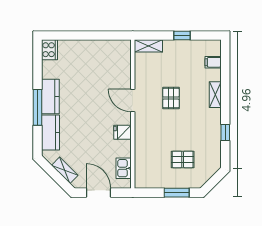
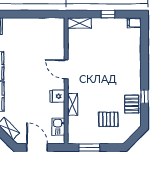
filing cabinet: (213, 62) -> (134, 23), moved
shelving: (215, 95) -> (72, 104), moved
pallet: (171, 98) -> (132, 104), moved
window: (177, 193) -> (89, 147), moved

